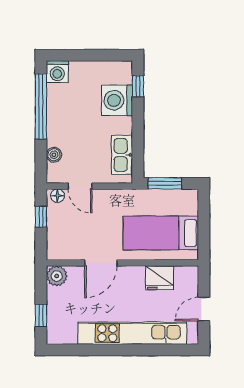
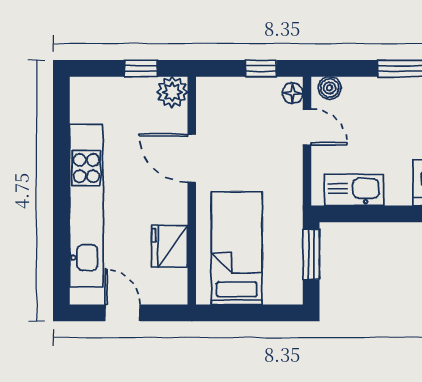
boiler: (54, 155) -> (330, 88), moved
door: (80, 186) -> (307, 127), swing flipped
window: (41, 316) -> (141, 68), moved

